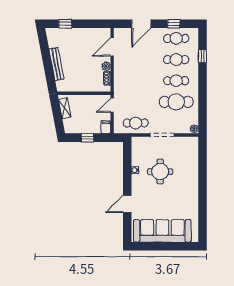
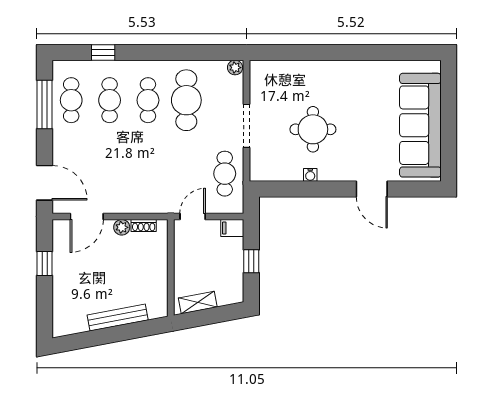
window: (65, 24) -> (45, 263), moved
door: (141, 24) -> (45, 183), moved
window: (174, 24) -> (45, 105), width x2.17
door: (112, 47) -> (87, 217), hinge flipped
door: (112, 105) -> (193, 217), swing flipped

